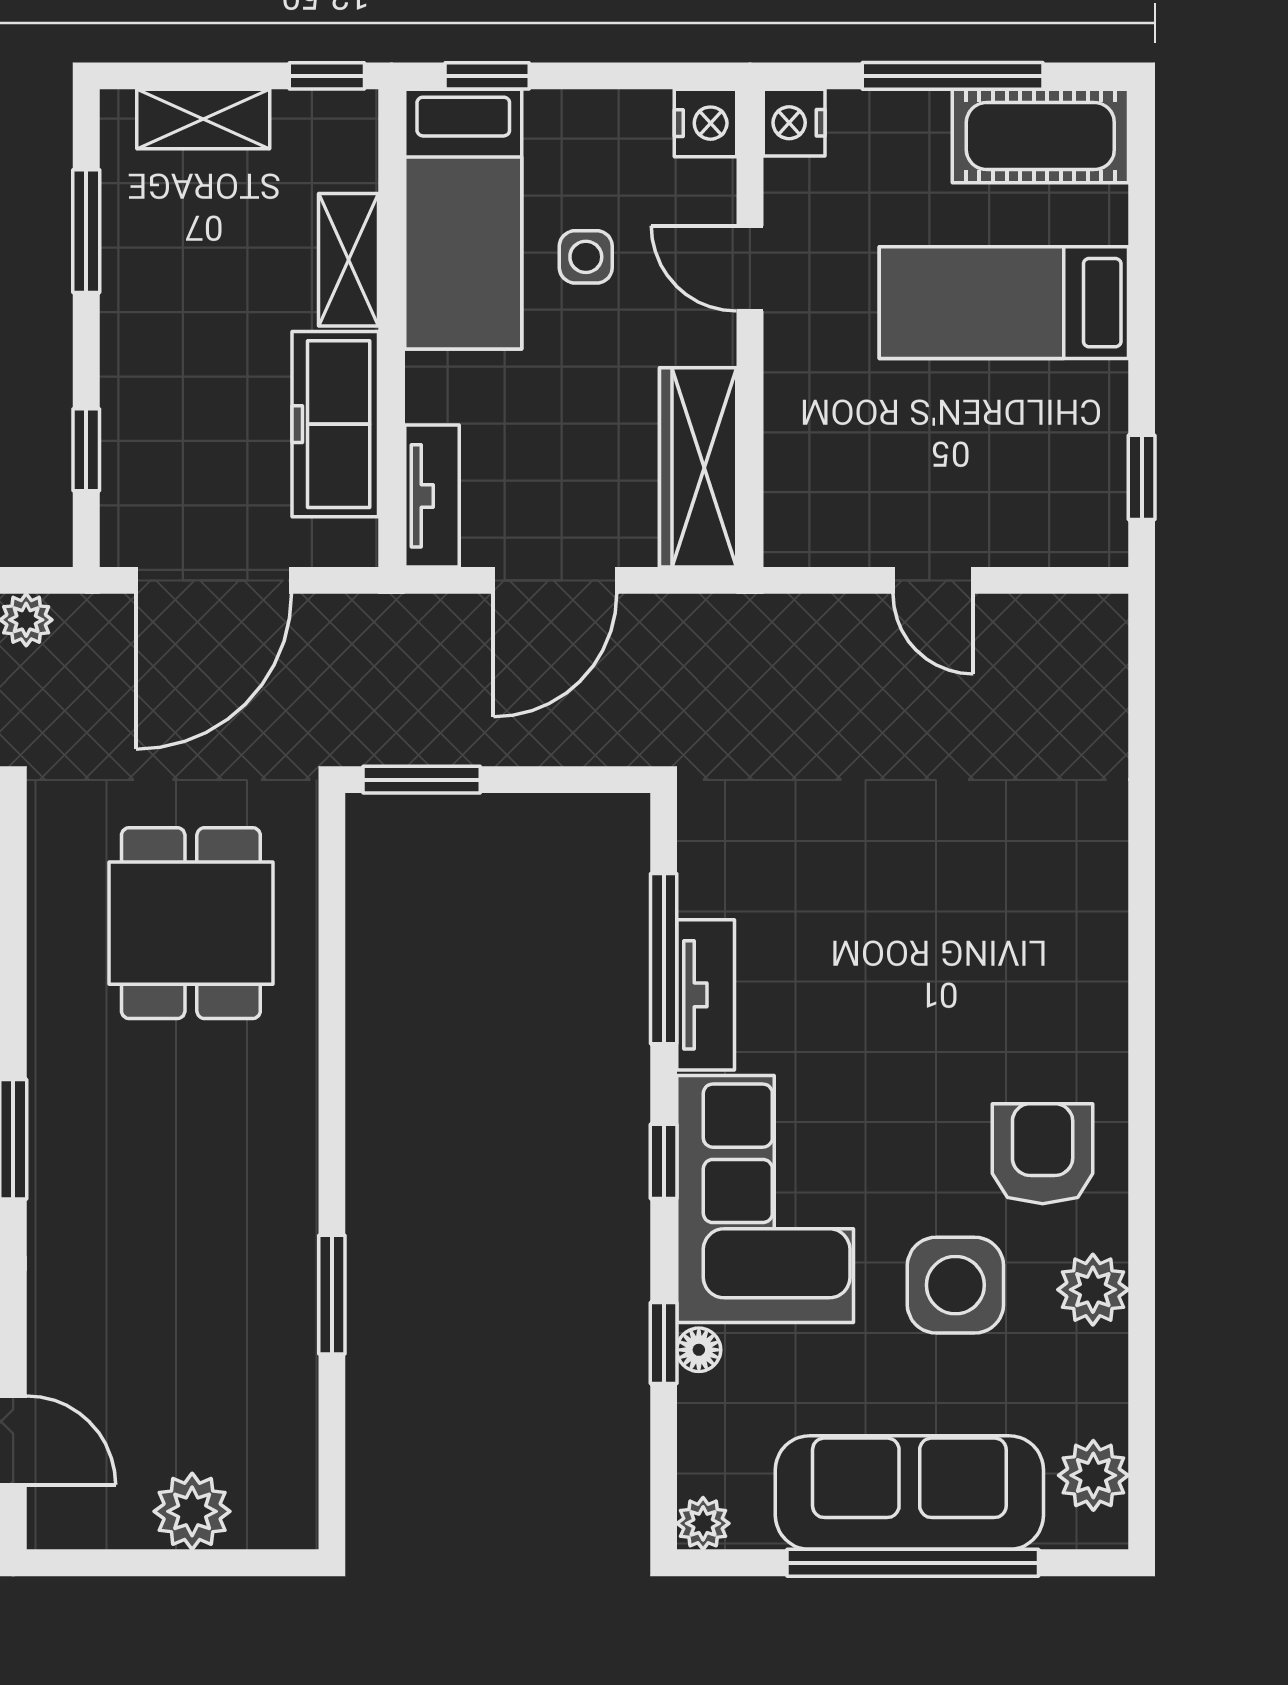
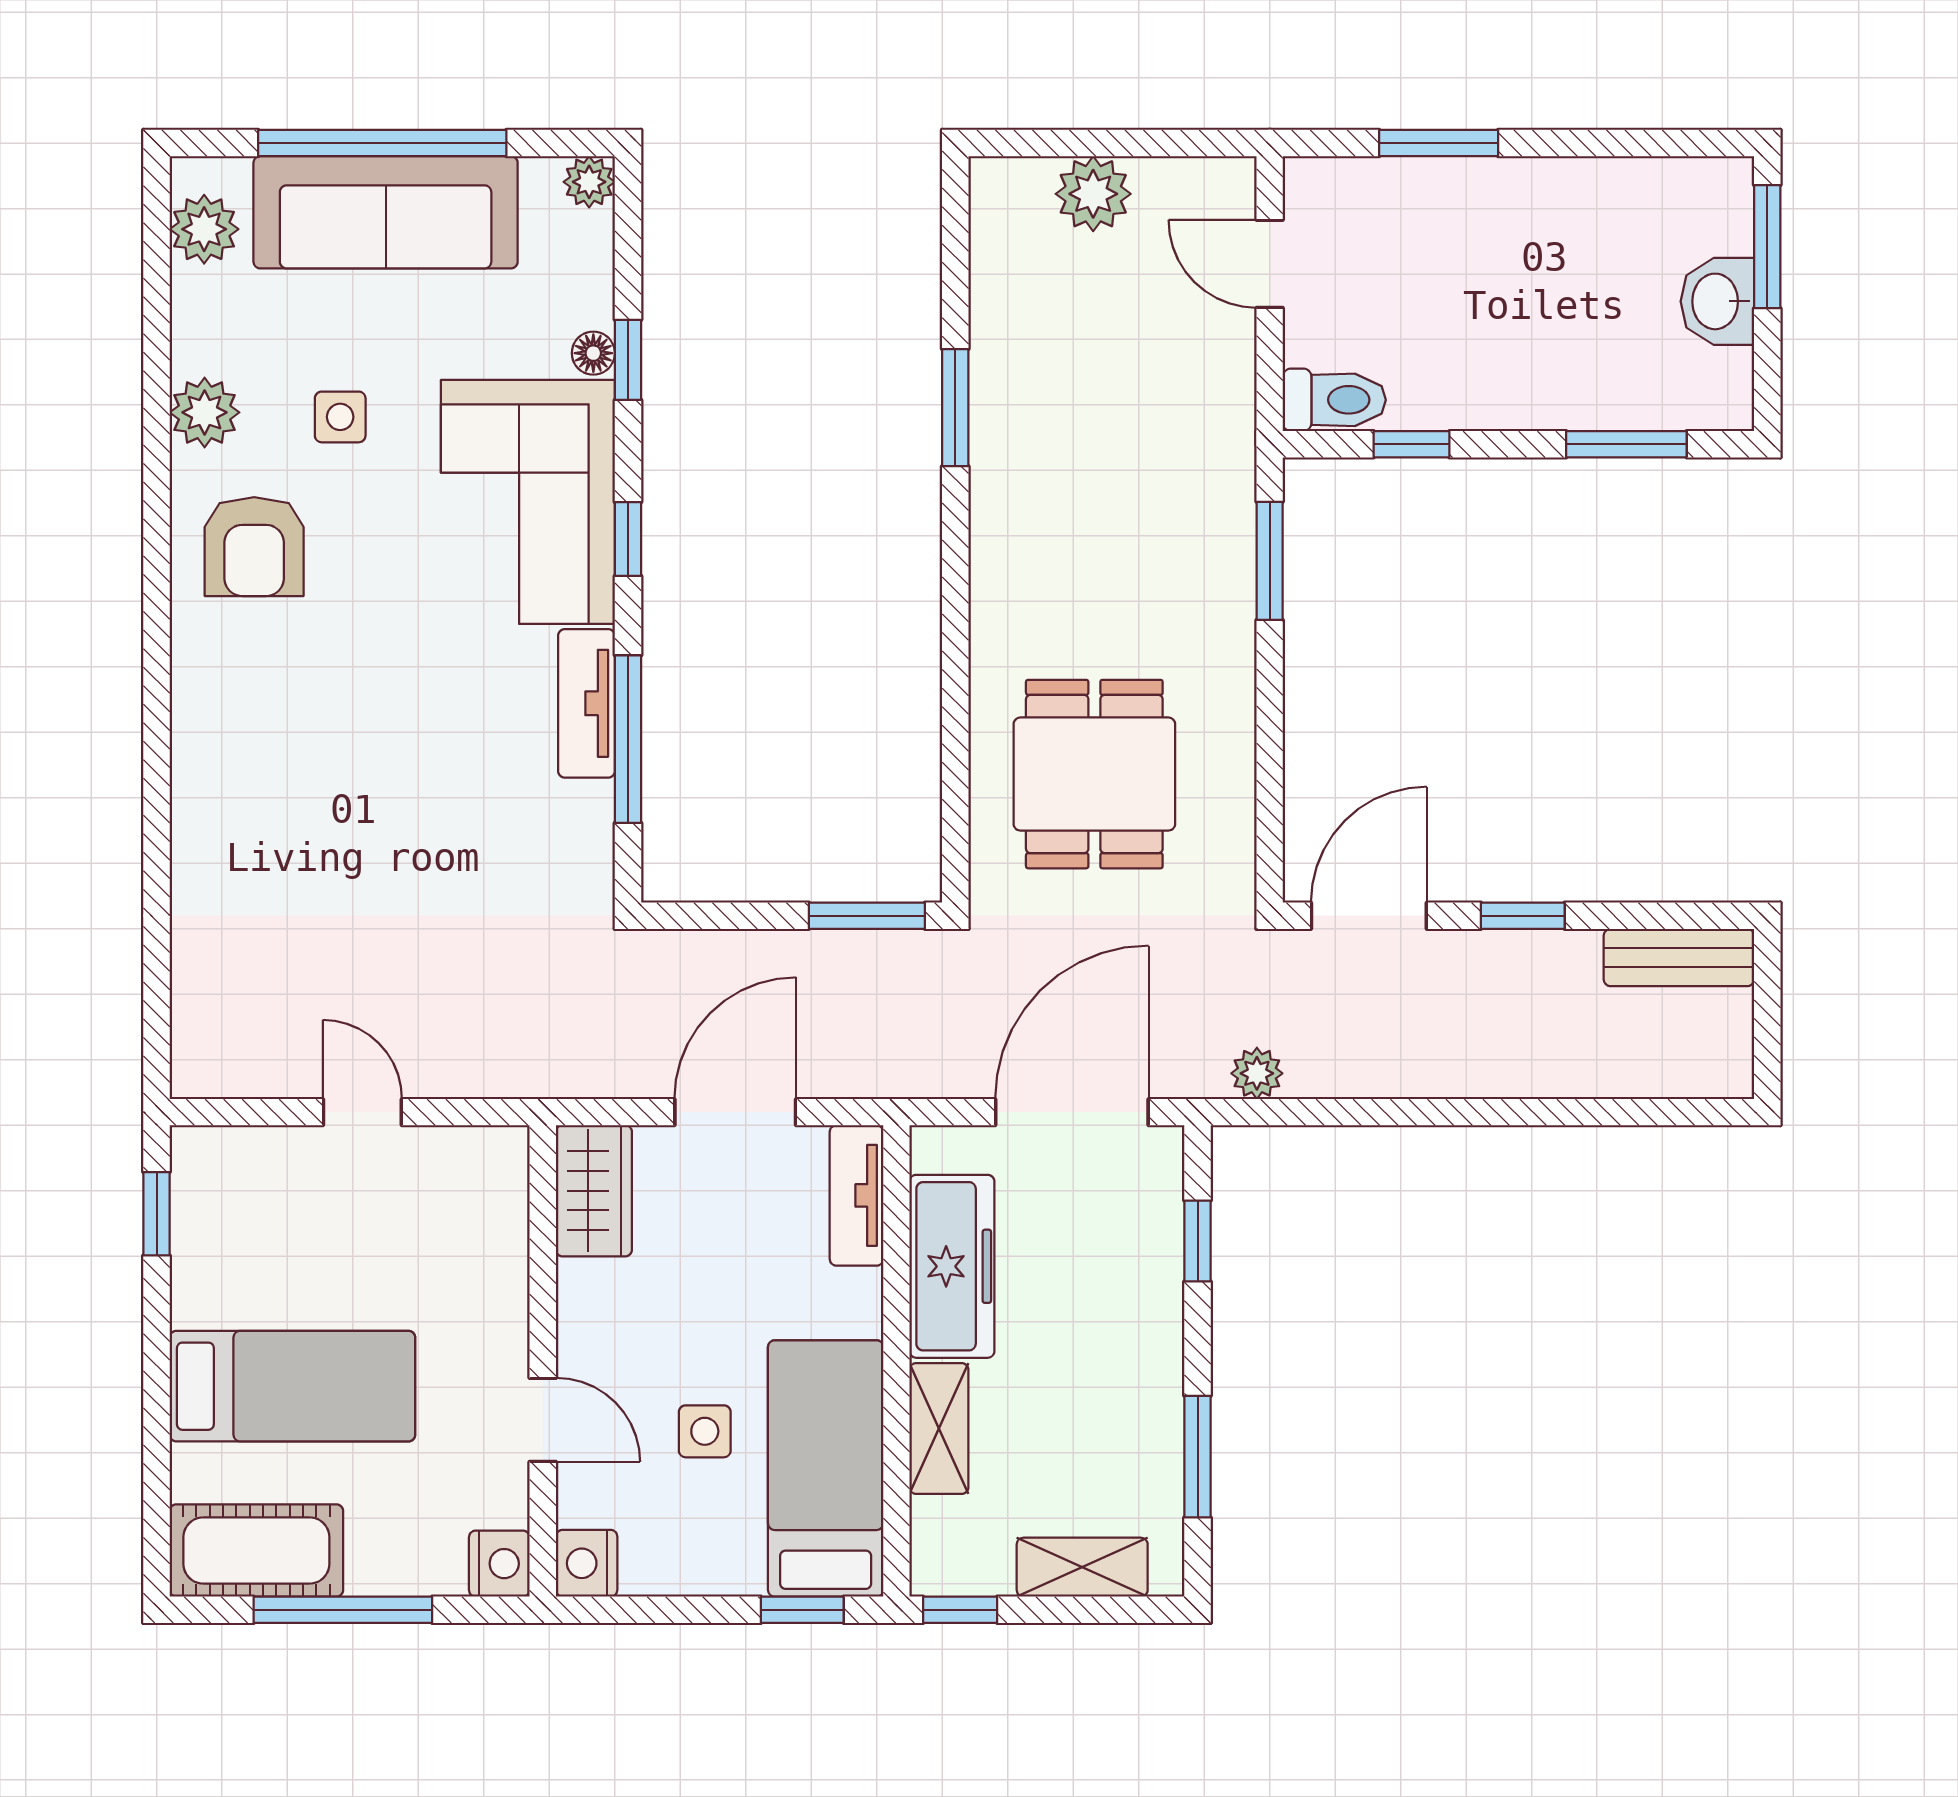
wardrobe: (698, 467) -> (594, 1191), width x0.67
side table: (955, 1285) -> (340, 417), width x0.54, depth x0.54

